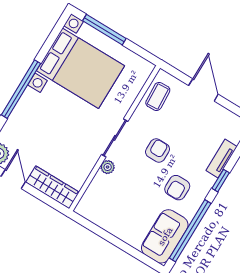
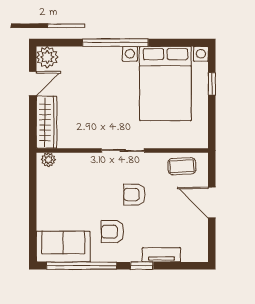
window: (104, 30) -> (212, 84), width x0.46
door: (203, 90) -> (212, 203), swing flipped
armchair: (157, 150) -> (134, 195), turned 180
plant: (108, 167) -> (48, 160), moved

